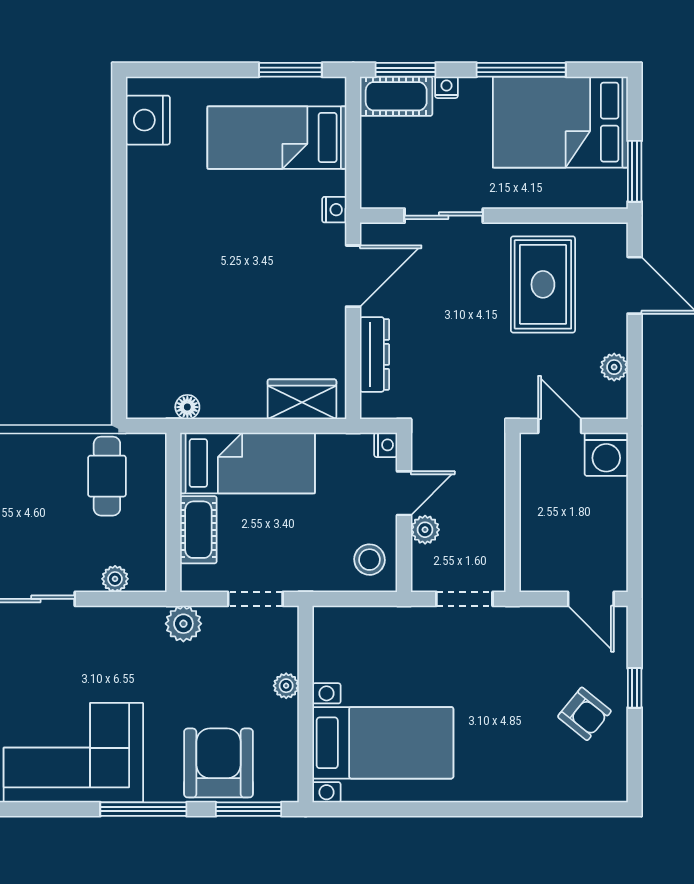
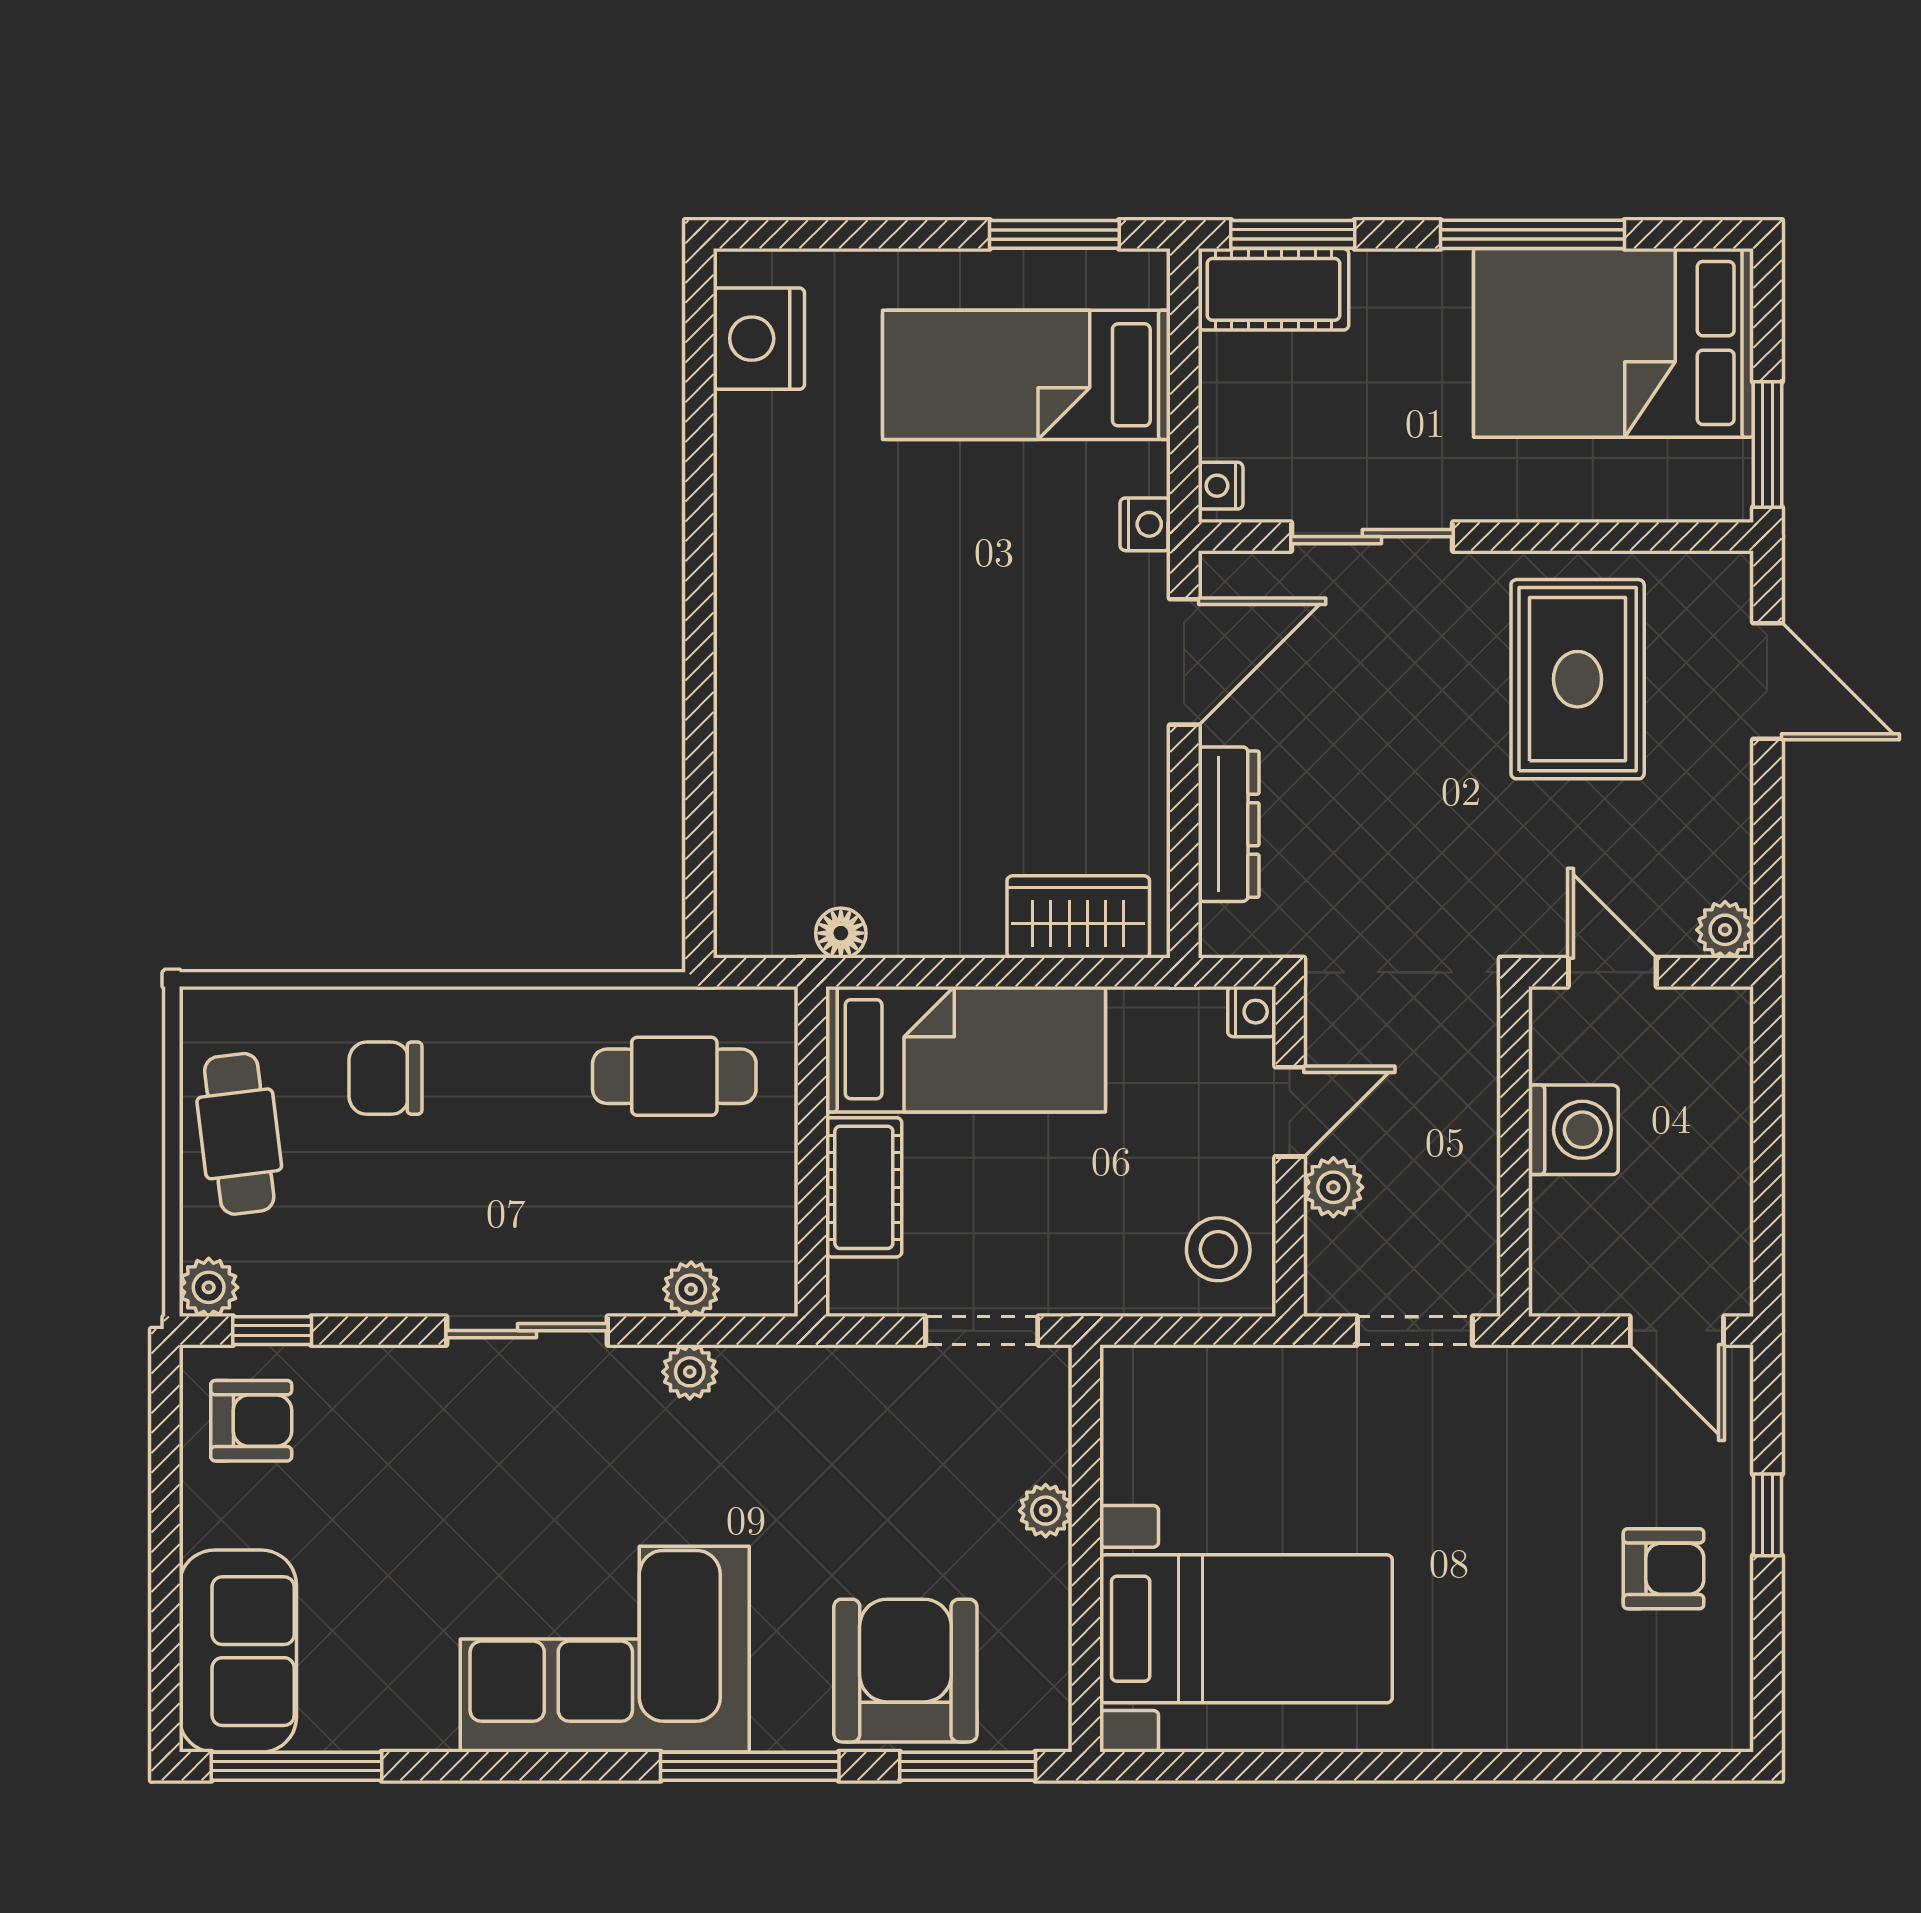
nightstand: (446, 87) -> (1221, 486), moved, turned -90
plant: (614, 367) -> (1725, 930), moved
washing machine: (606, 454) -> (1573, 1130), moved, turned -90
cafe table: (107, 476) -> (674, 1076), turned 90
plant: (183, 624) -> (690, 1372), moved, width x0.73, depth x0.73
armchair: (584, 714) -> (1664, 1569), turned -39

